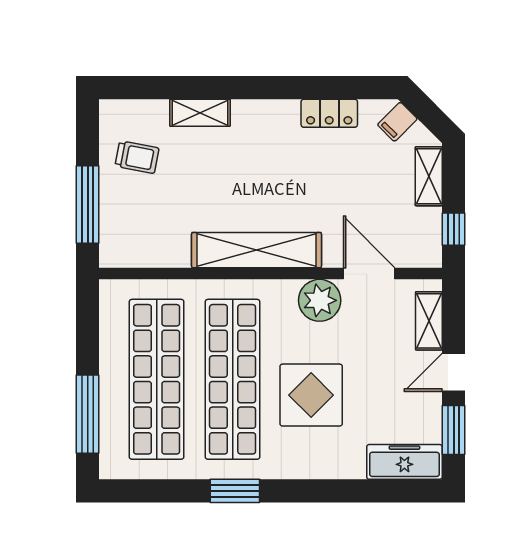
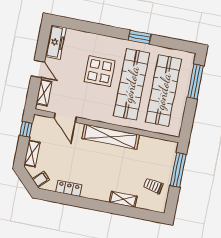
plant: (320, 300) -> (88, 110), removed
door: (454, 372) -> (38, 69), hinge flipped
window: (454, 430) -> (43, 45), removed
freezer: (404, 462) -> (56, 42), moved, turned -90

